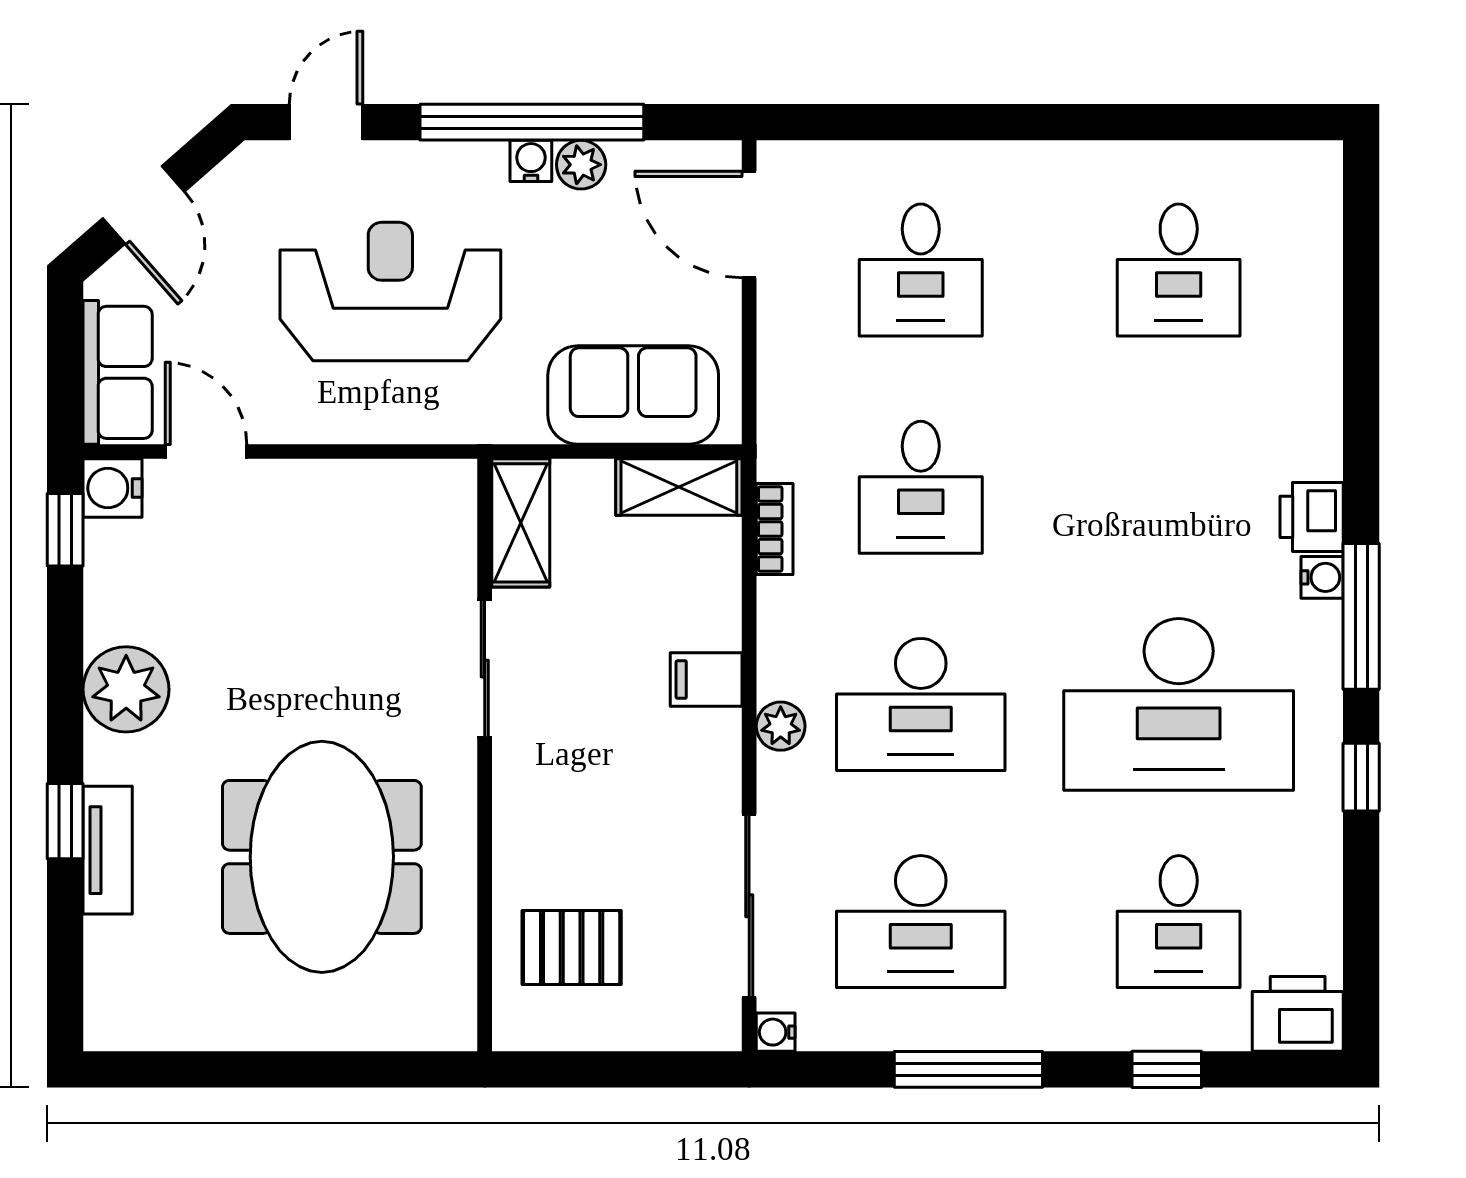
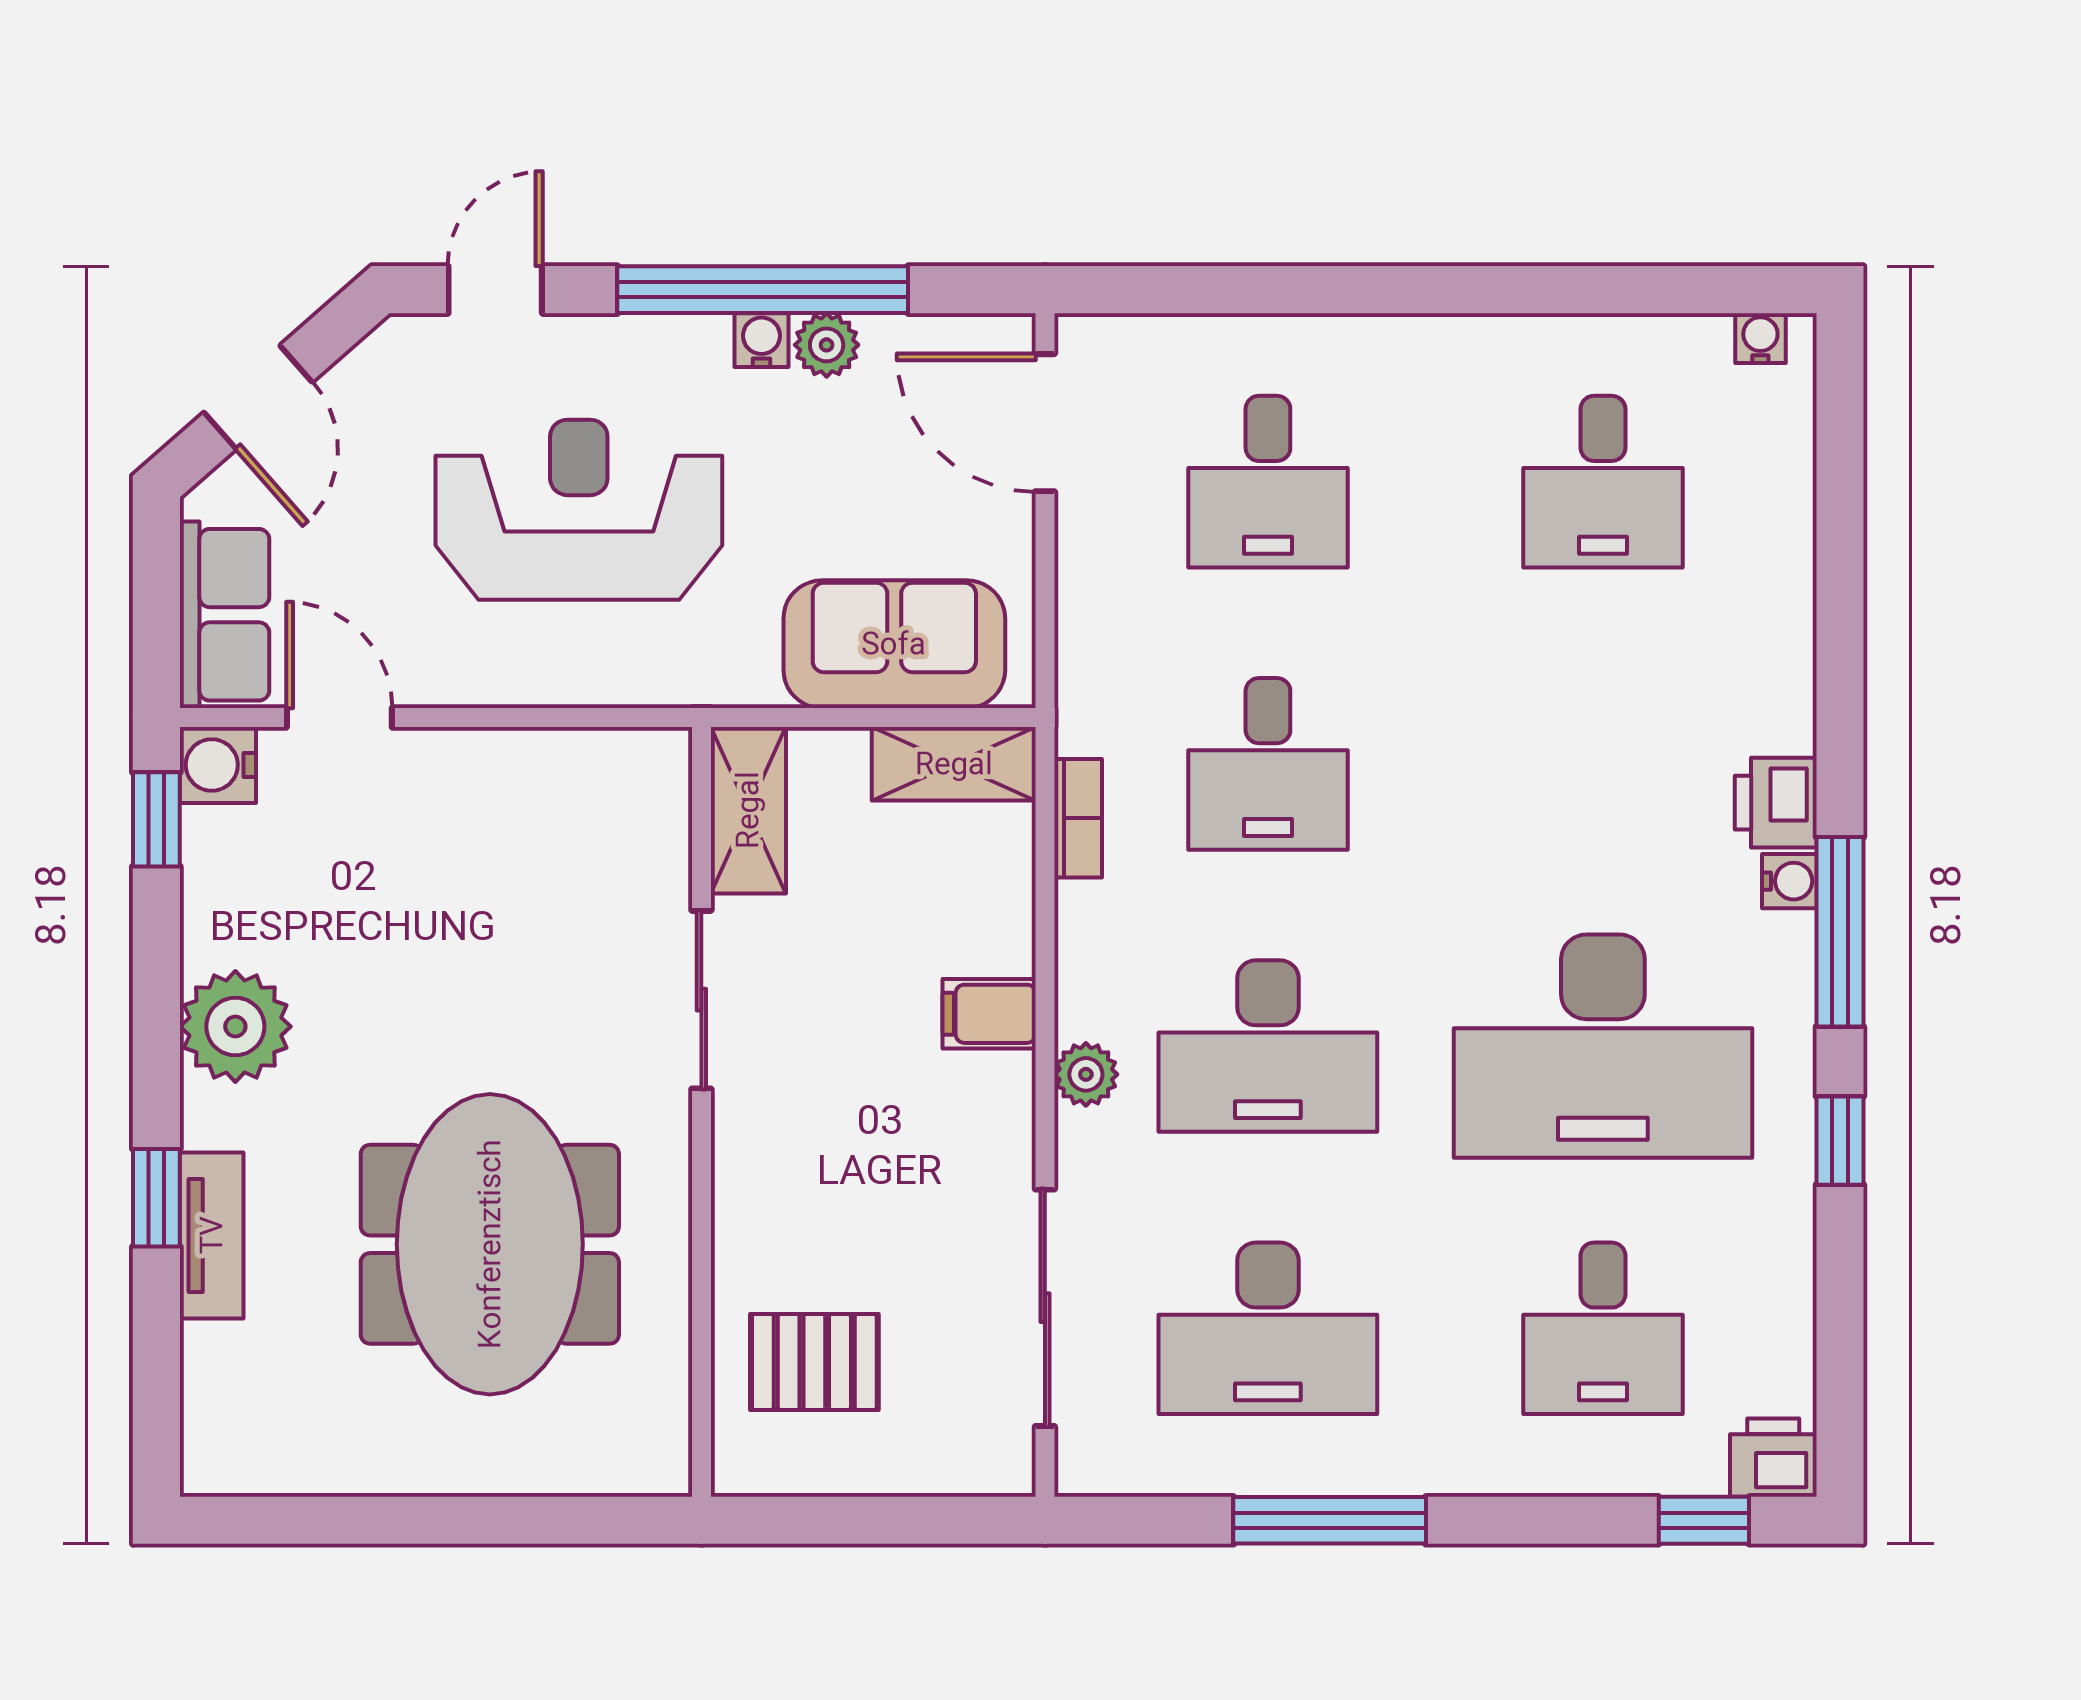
printer: (1298, 1014) -> (1773, 1458), width x0.73, depth x0.81
water cooler: (776, 1032) -> (1760, 338), moved, turned 90
window: (1167, 1069) -> (1704, 1520), moved

